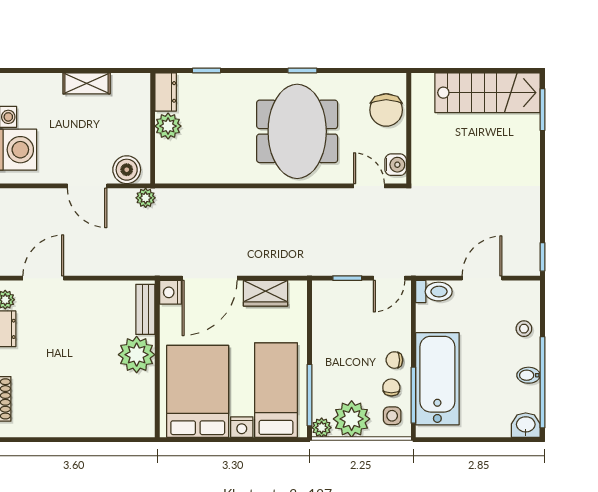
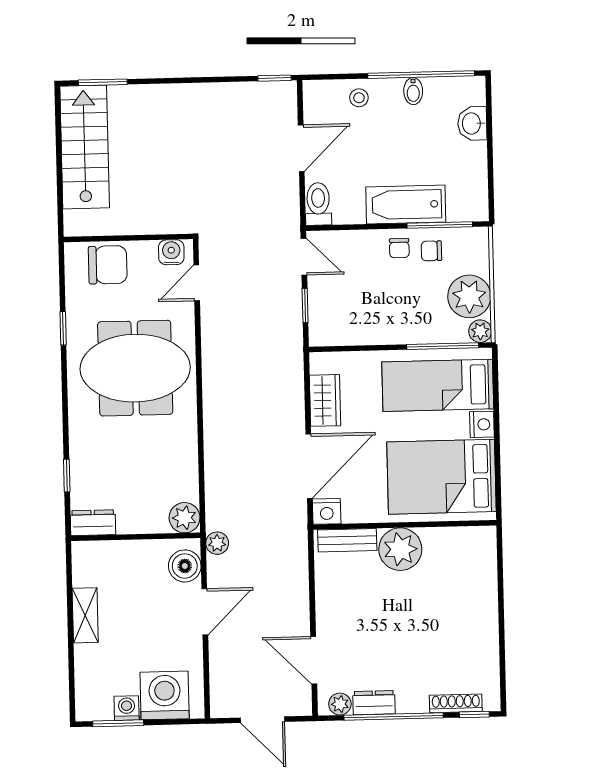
window: (302, 70) -> (63, 328), moved
plant: (168, 126) -> (184, 518), moved
door: (210, 278) -> (309, 466), hinge flipped
door: (482, 278) -> (301, 148), swing flipped
bathtub: (437, 379) -> (406, 205), width x0.73, depth x0.73
side table: (392, 416) -> (464, 249), removed
washbasin: (526, 425) -> (472, 123), moved

